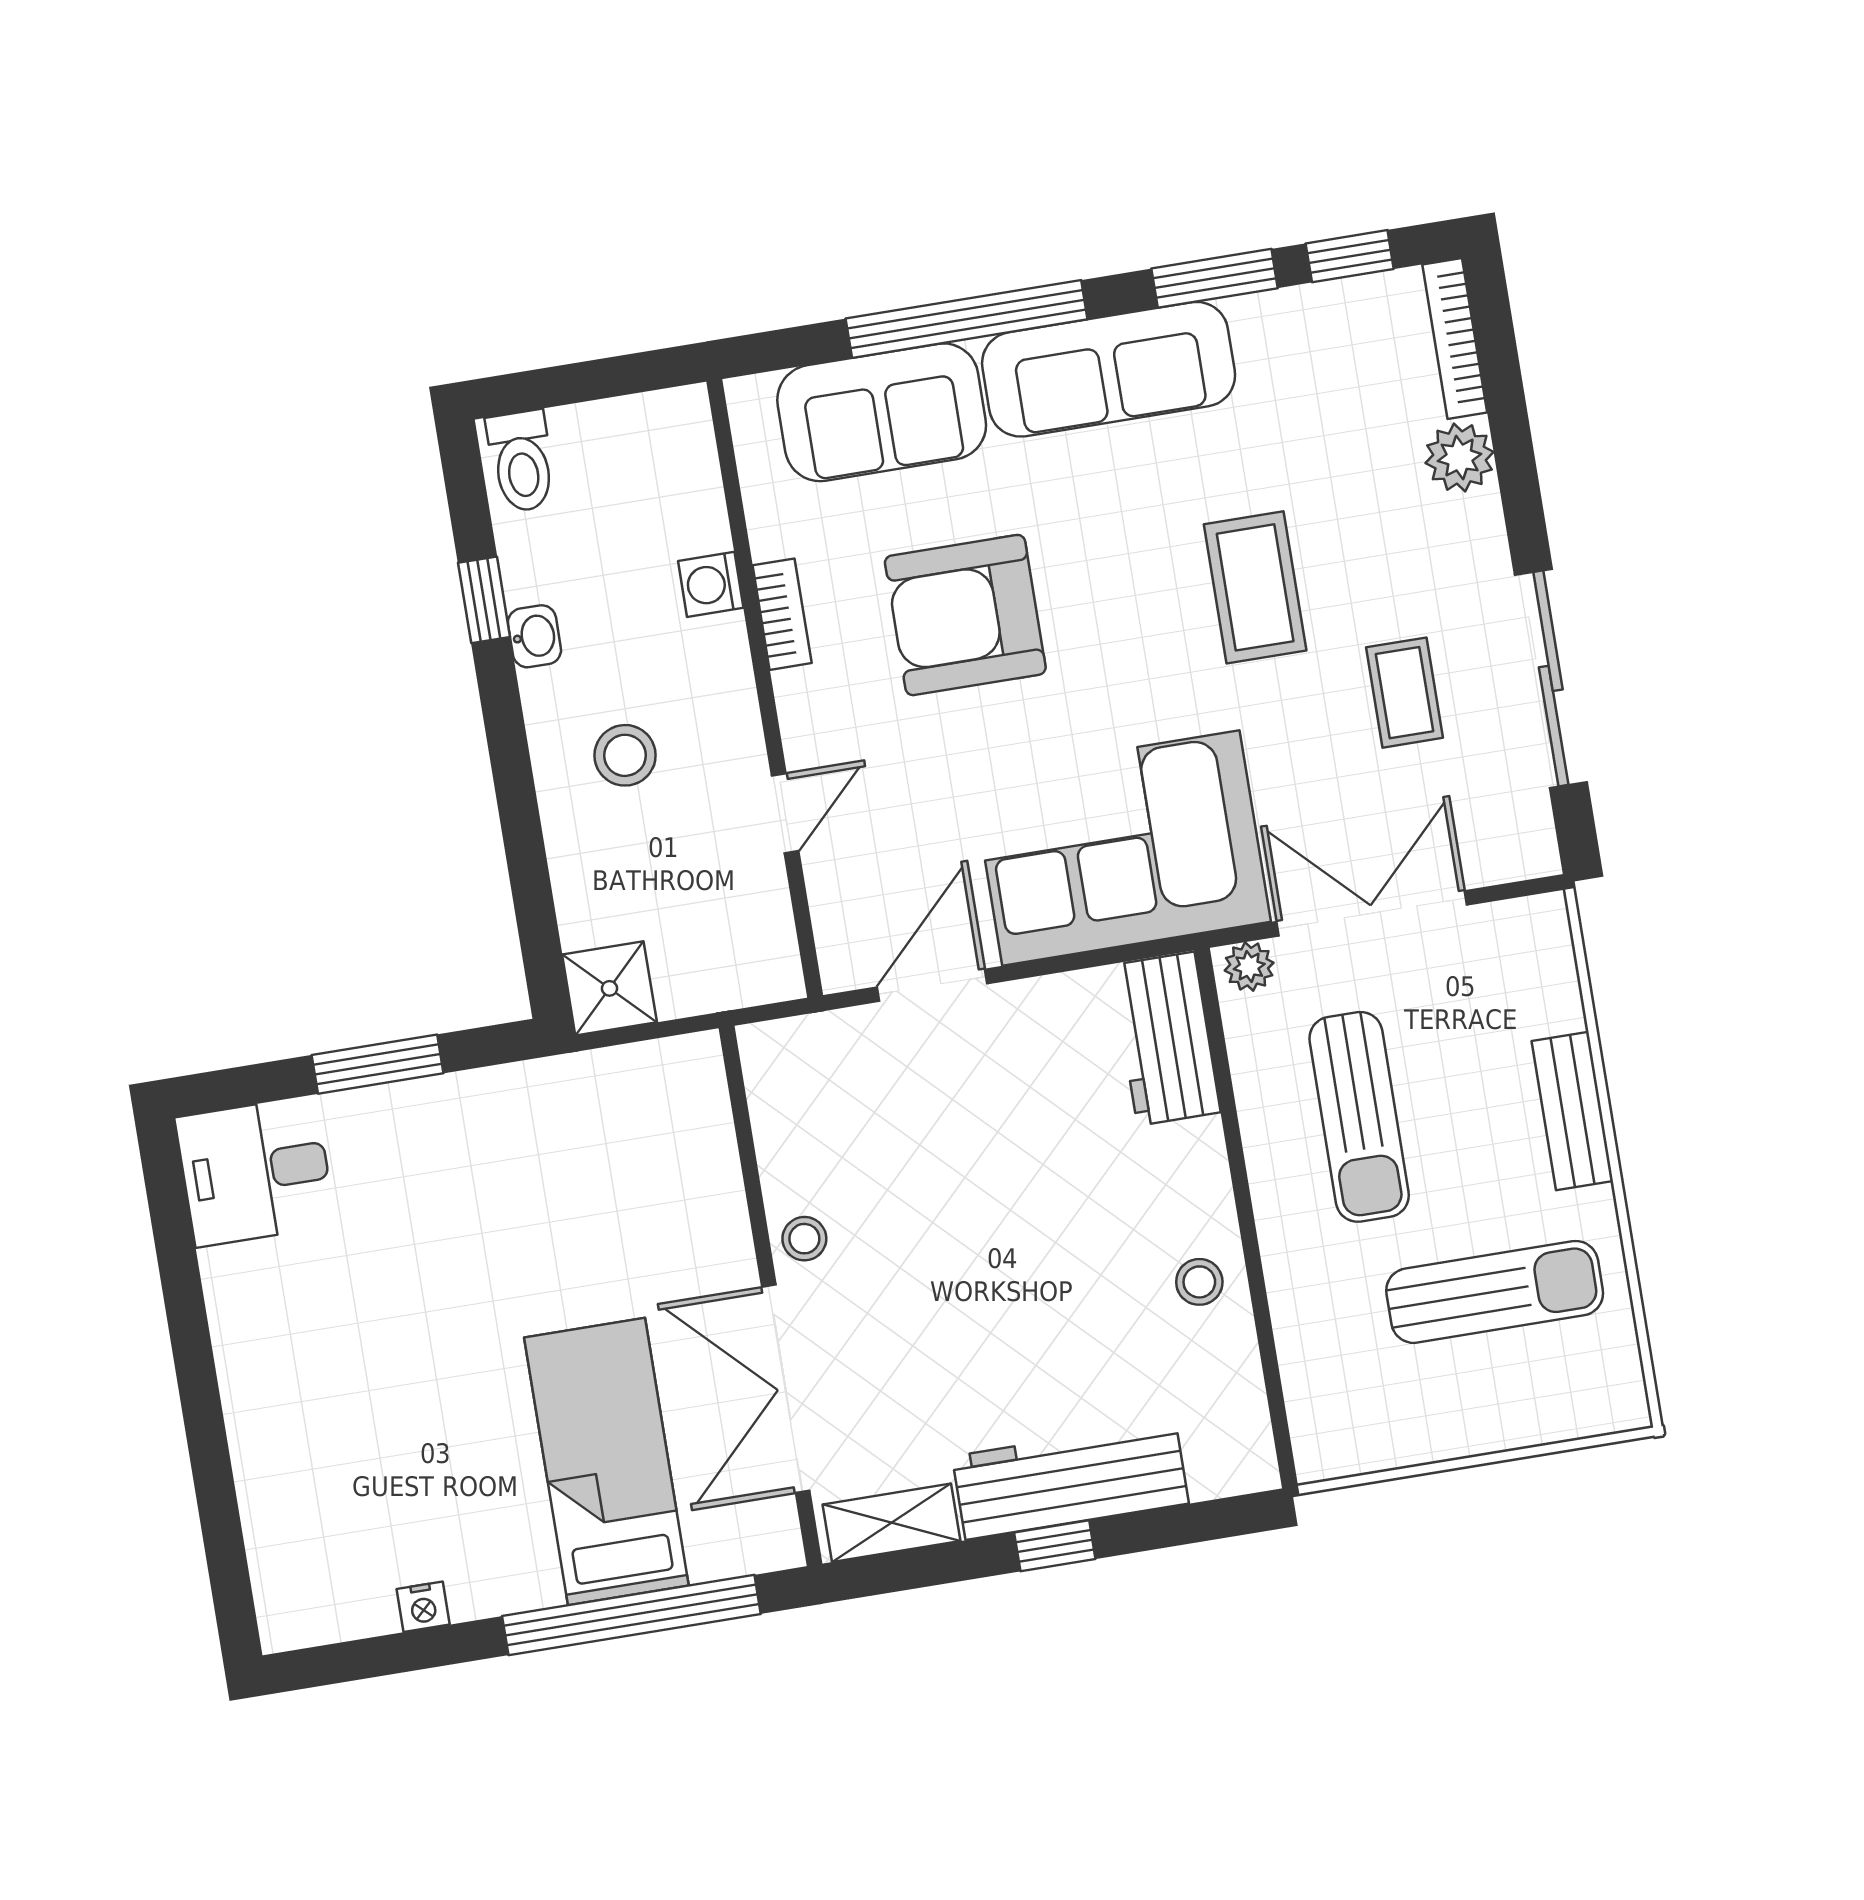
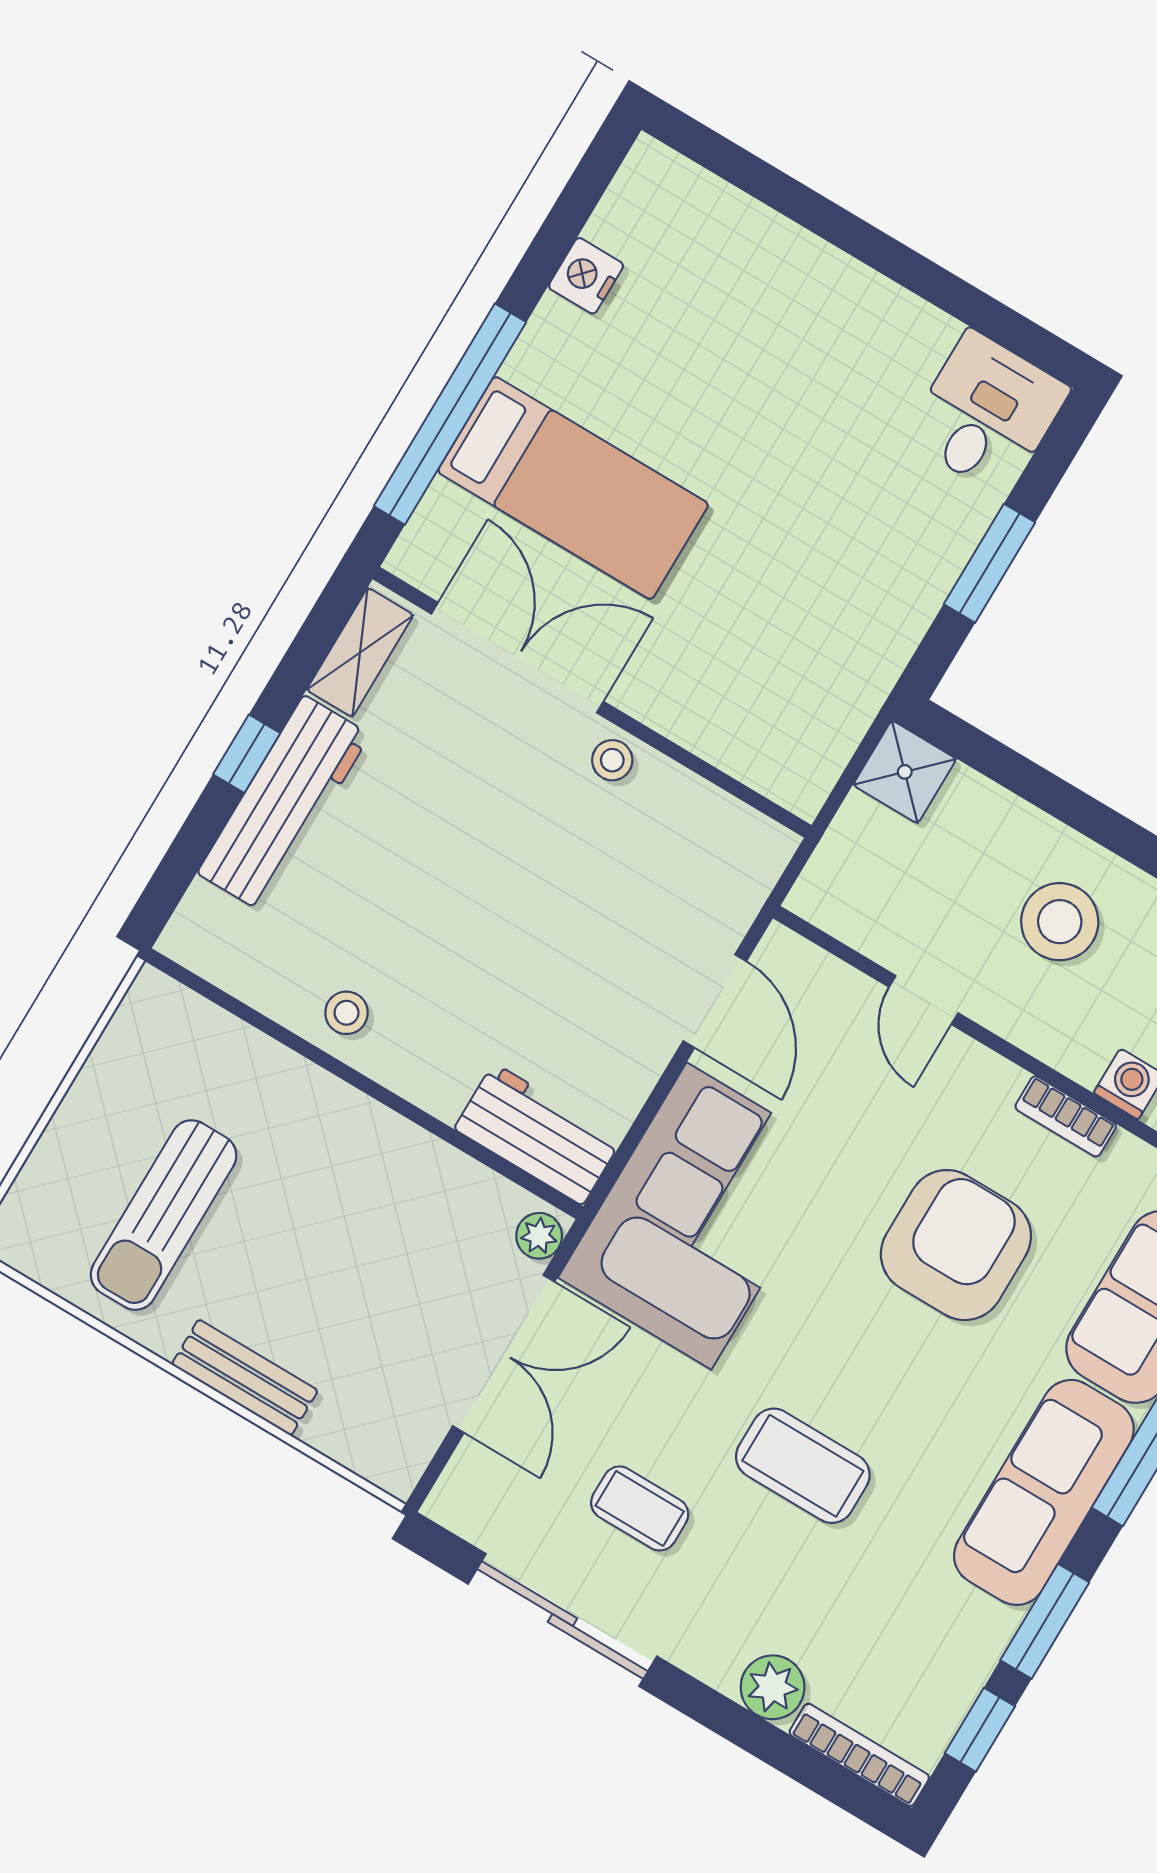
stool: (625, 755) -> (1060, 922), width x1.38, depth x1.38
sun lounger: (1359, 1117) -> (368, 1224), removed
nightstand: (423, 1607) -> (586, 276), width x1.39, depth x1.35

